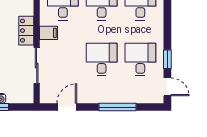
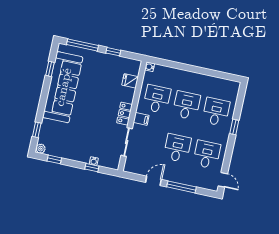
window: (167, 59) -> (234, 127), moved
door: (67, 107) -> (153, 181), moved

